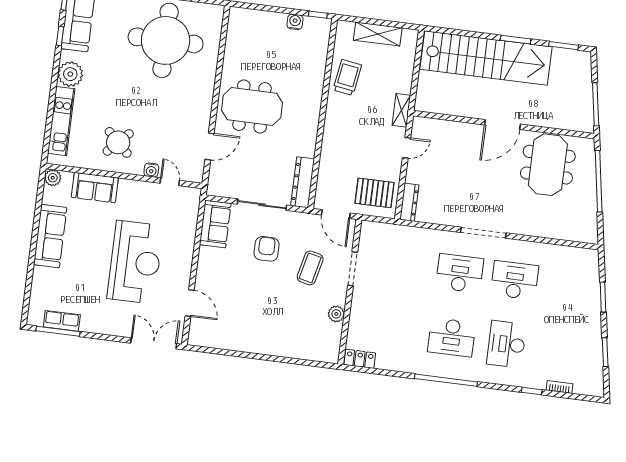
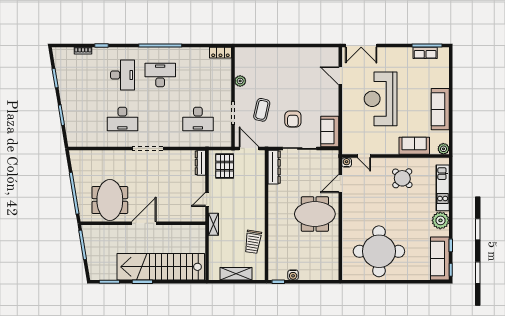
water cooler: (151, 170) -> (347, 162), moved
pallet: (374, 193) -> (225, 166), turned 90
desk: (460, 273) -> (198, 119), moved

